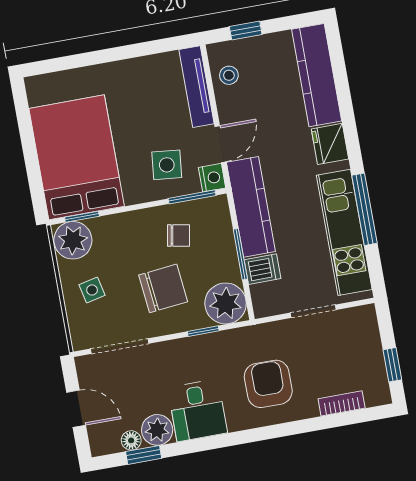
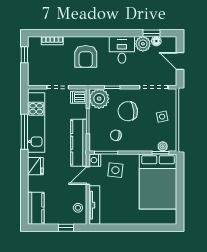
kitchen counter: (317, 75) -> (36, 208), width x0.67
plant: (73, 240) -> (163, 146), width x0.53, depth x0.53
dishwasher: (262, 269) -> (79, 97), moved

